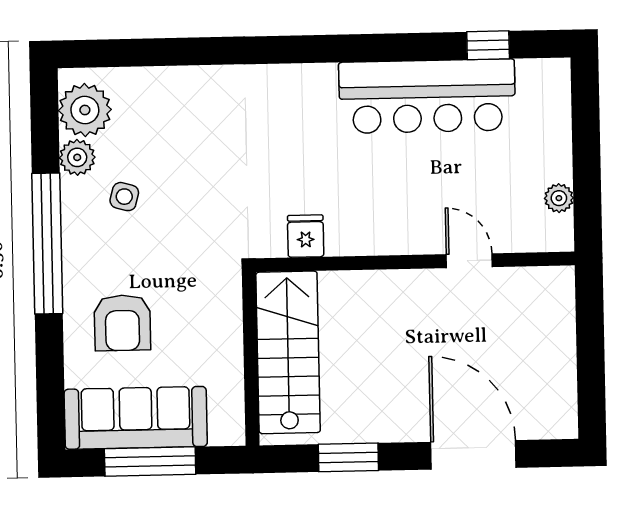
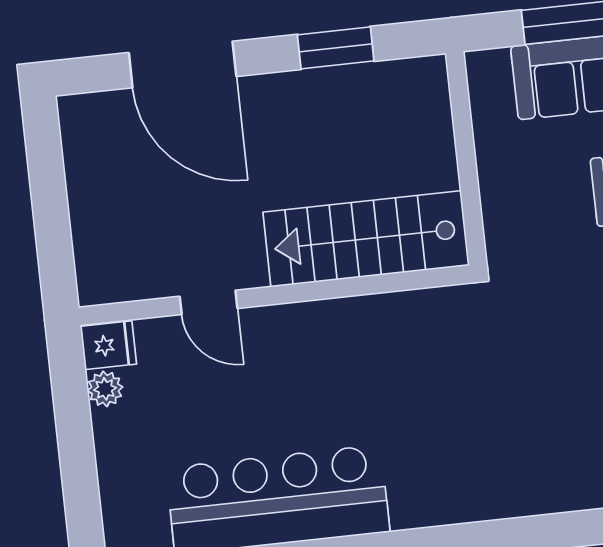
fridge: (306, 236) -> (108, 345), moved, turned -90
stairs: (288, 352) -> (366, 239), moved, turned 90

